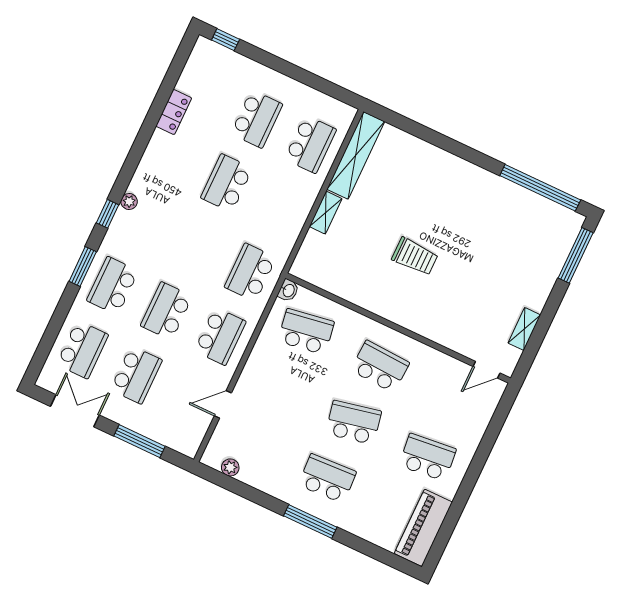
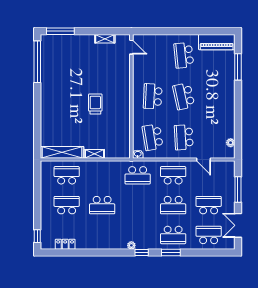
locker: (174, 112) -> (65, 244), moved
school desk: (327, 479) -> (184, 137), moved
window: (310, 521) -> (238, 67), moved

